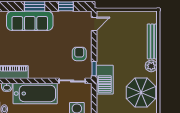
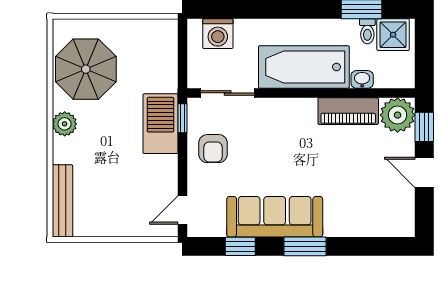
sofa: (30, 21) -> (275, 217), moved
bench: (152, 41) -> (62, 201), moved
barbecue: (105, 80) -> (160, 124), moved

